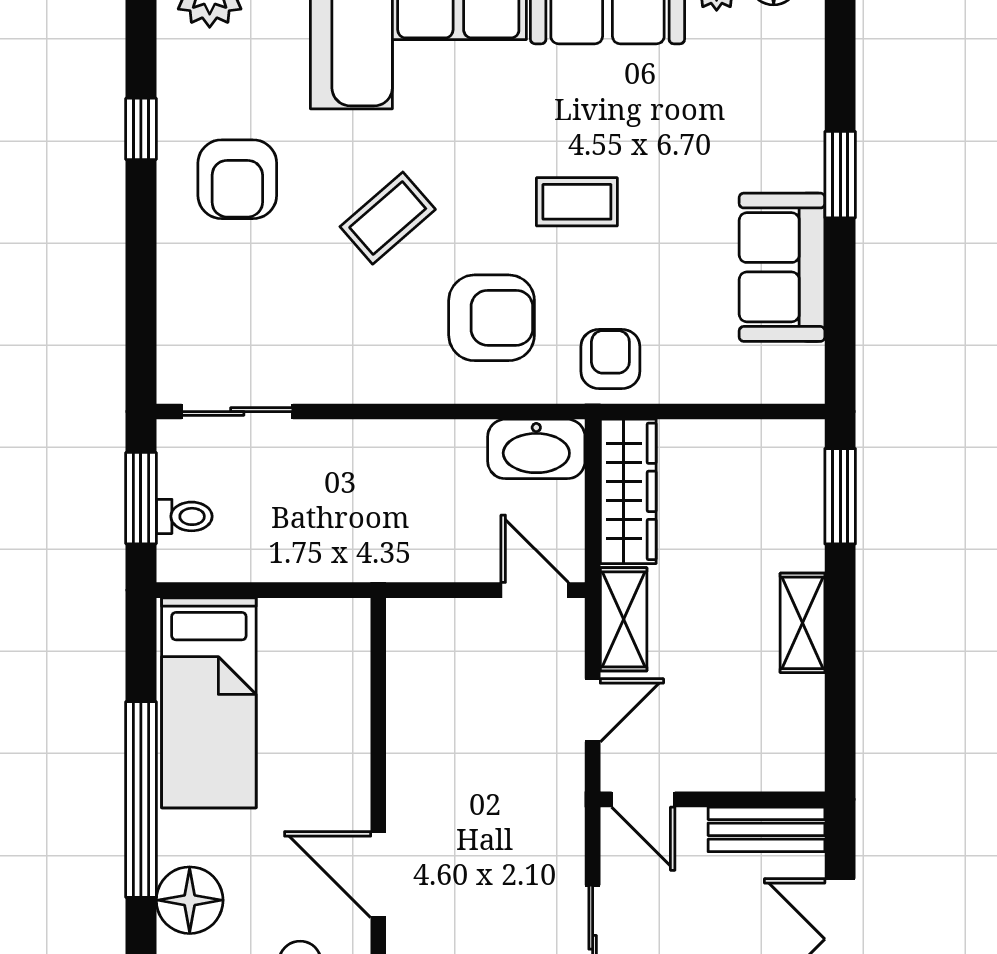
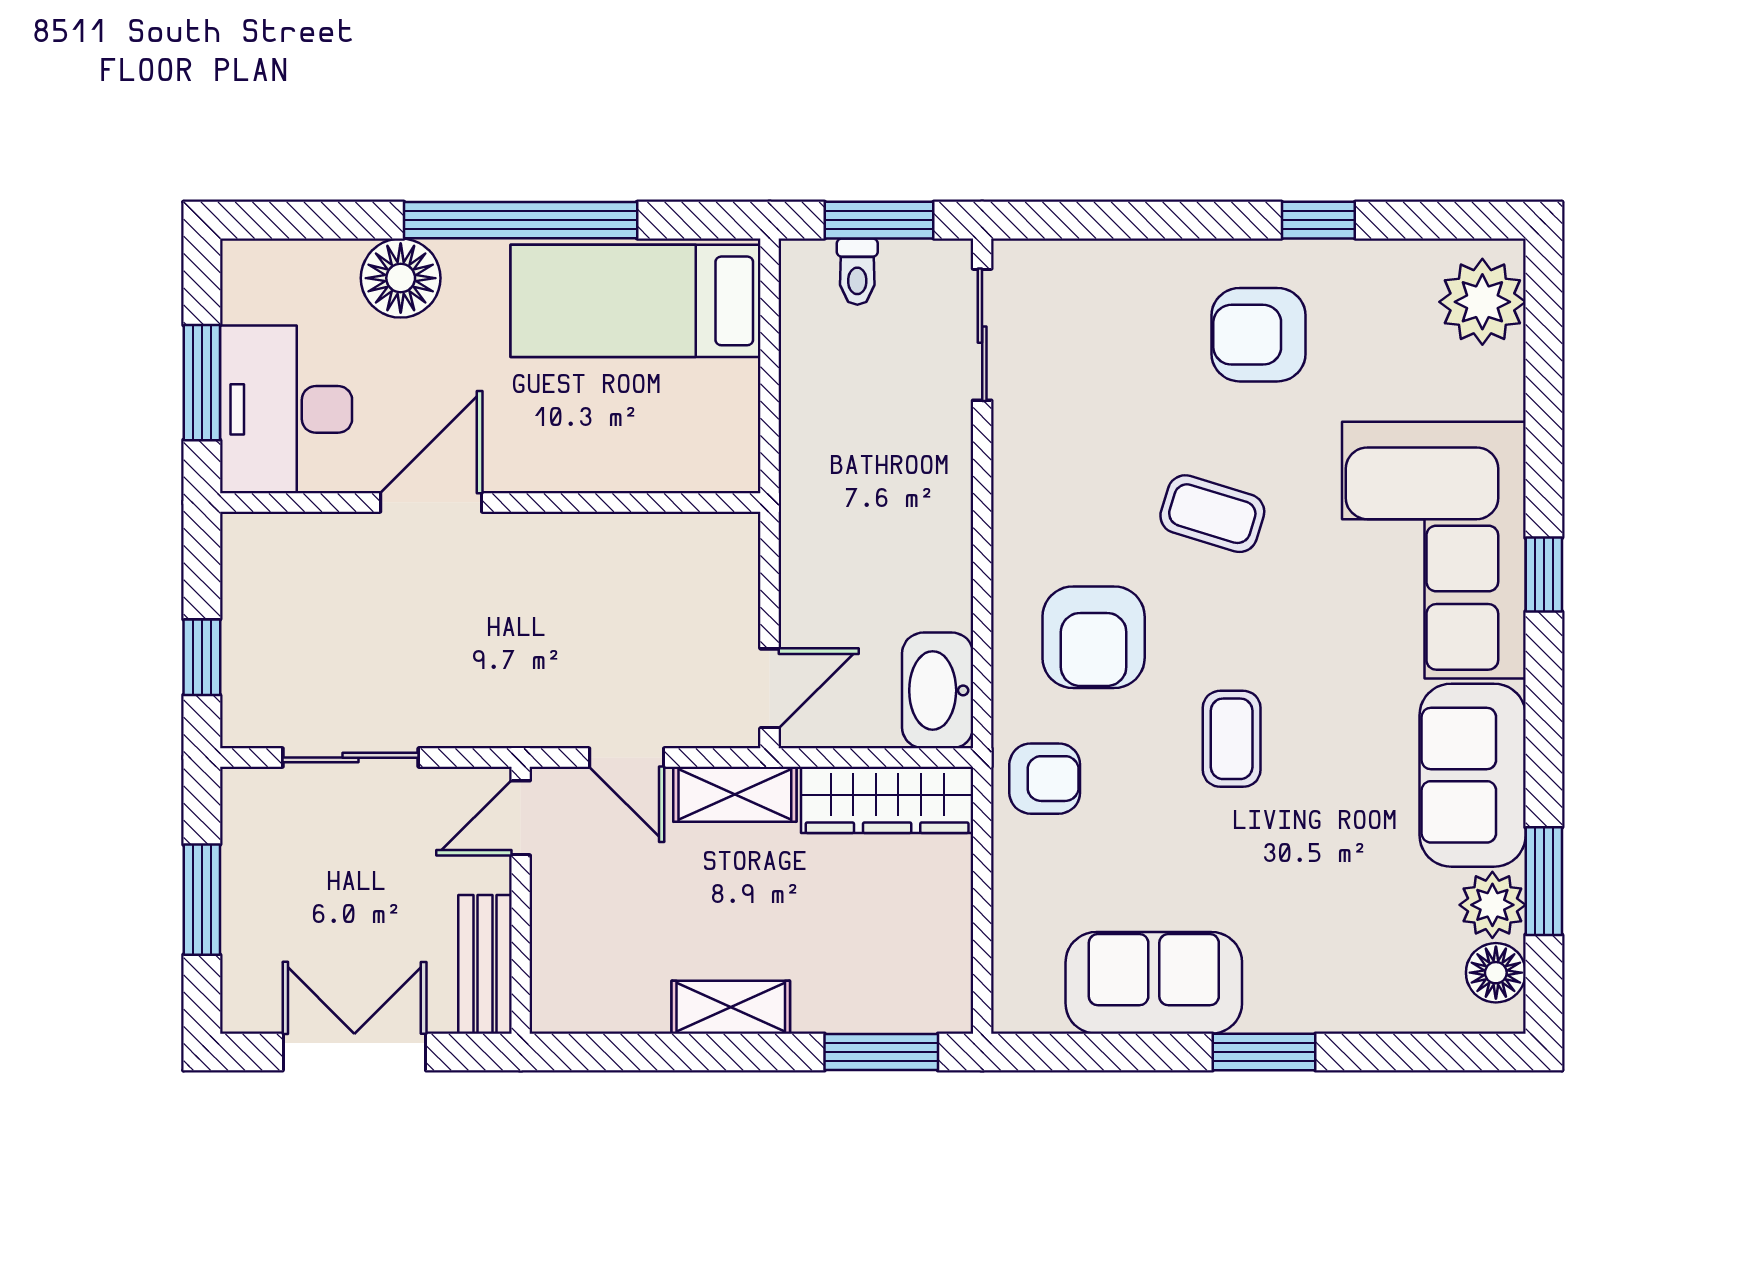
coffee table: (388, 218) -> (1212, 514), turned -32

